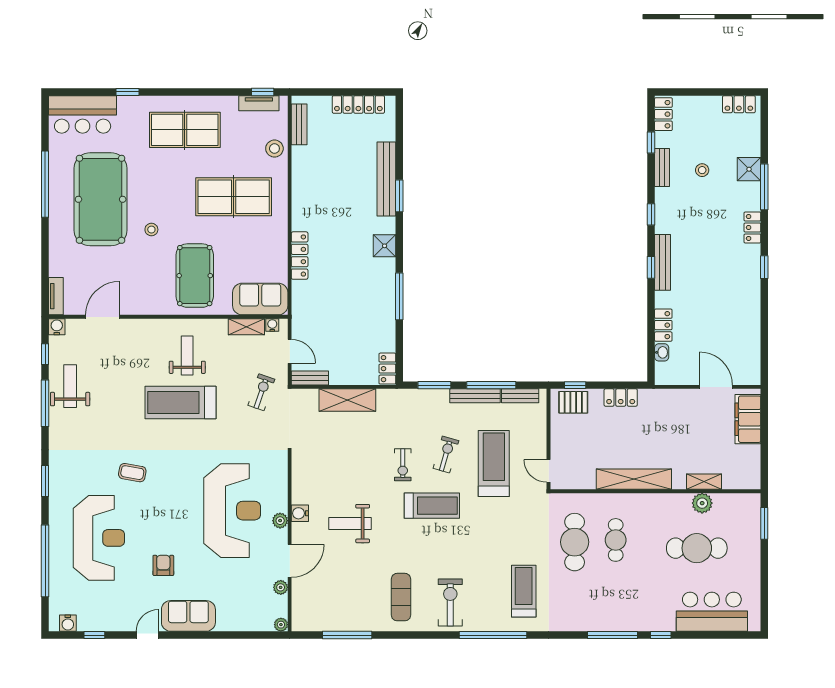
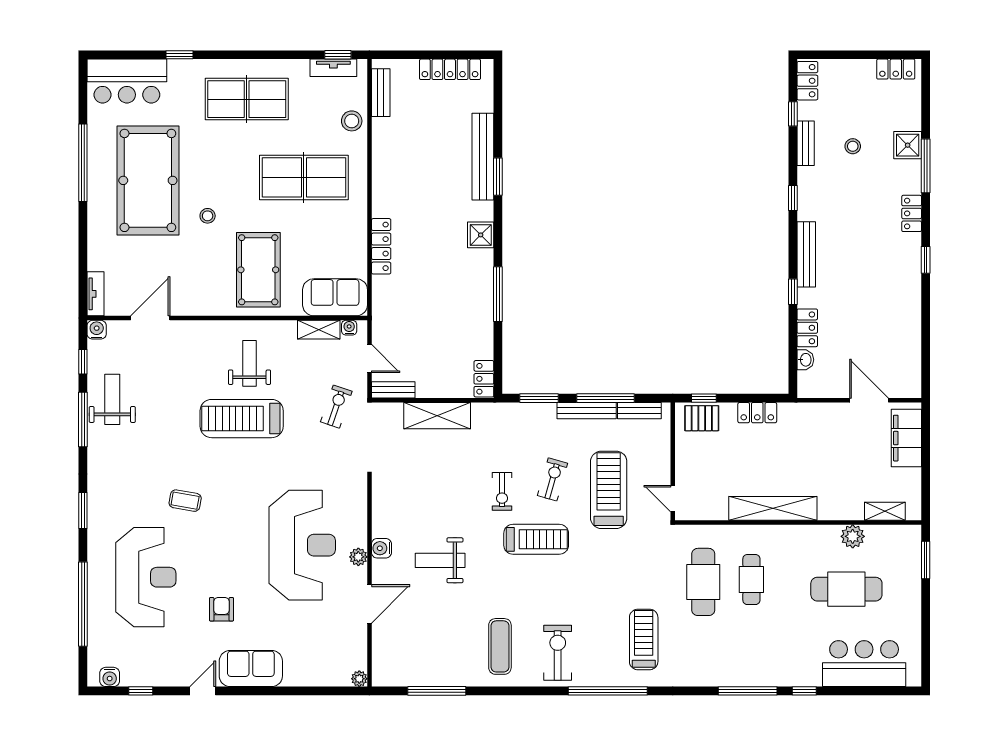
window: (651, 267) -> (793, 292), moved
shelving: (704, 482) -> (885, 511), moved
plant: (281, 587) -> (359, 635), removed

